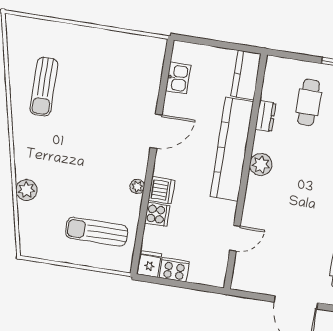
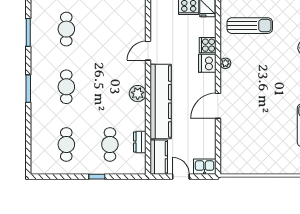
door: (221, 44) -> (181, 177), added
kitchen sink: (178, 78) -> (205, 167), moved, turned 90
dresser: (266, 116) -> (140, 142), moved
door: (235, 238) -> (148, 51), moved

